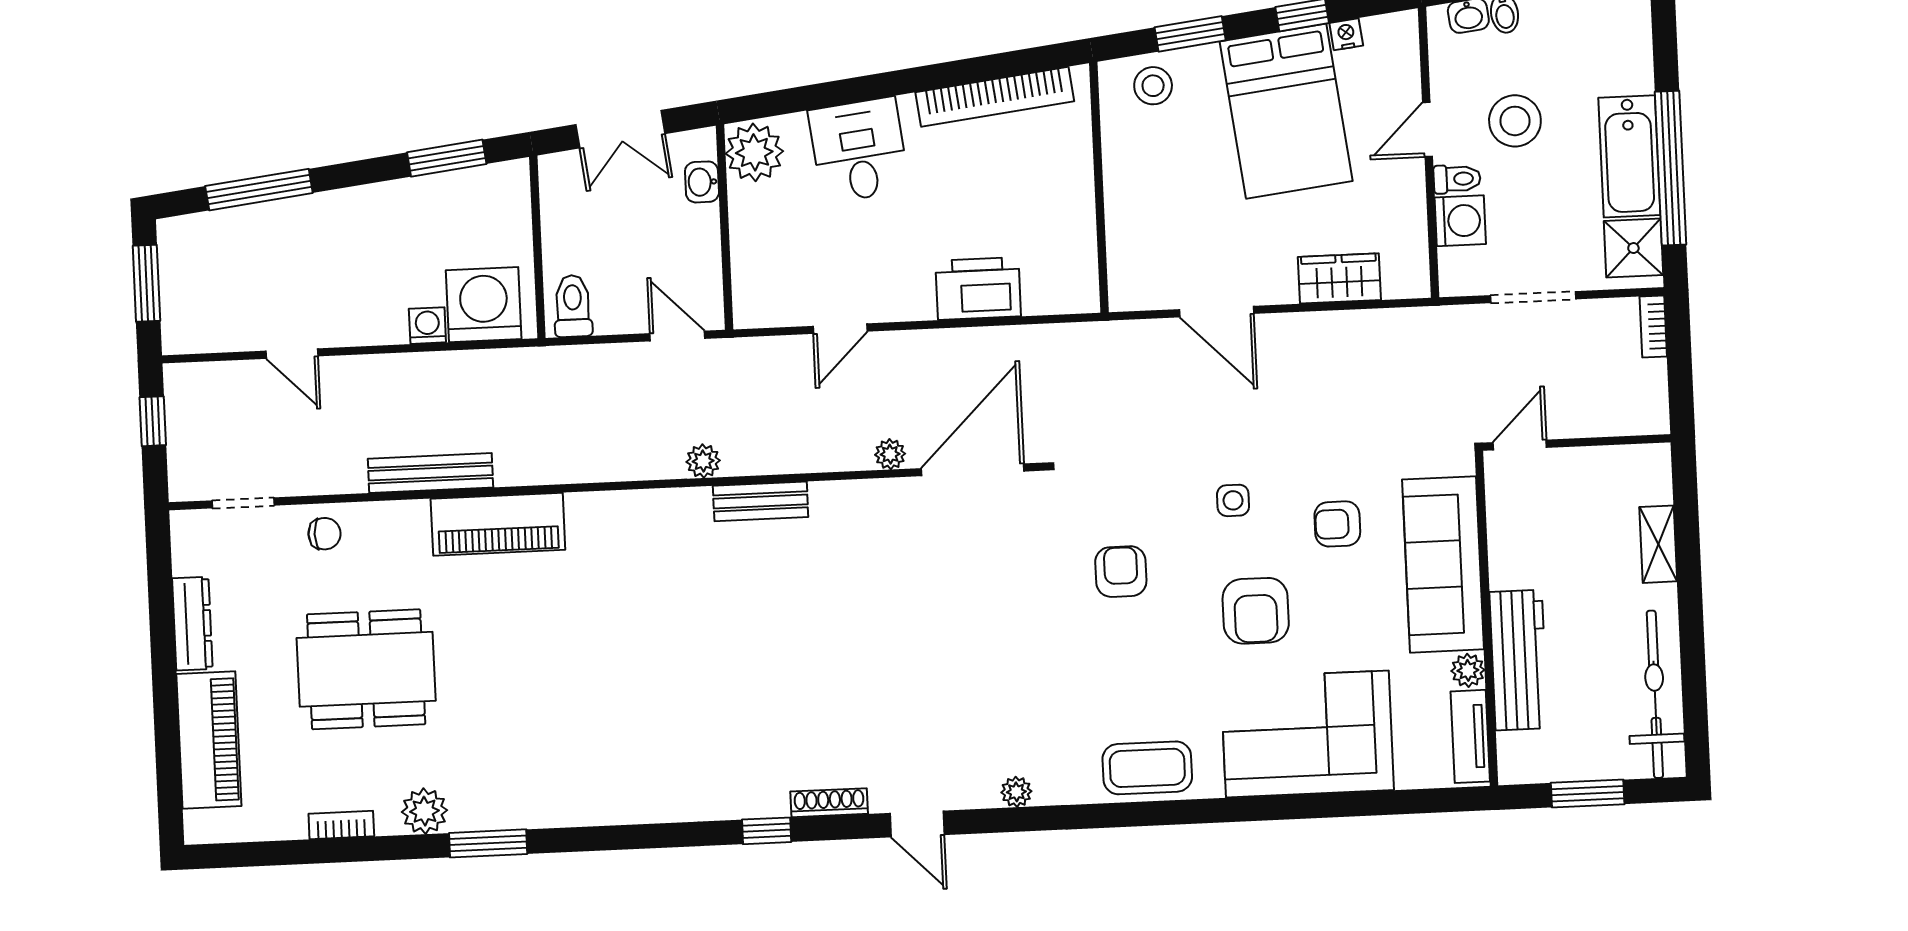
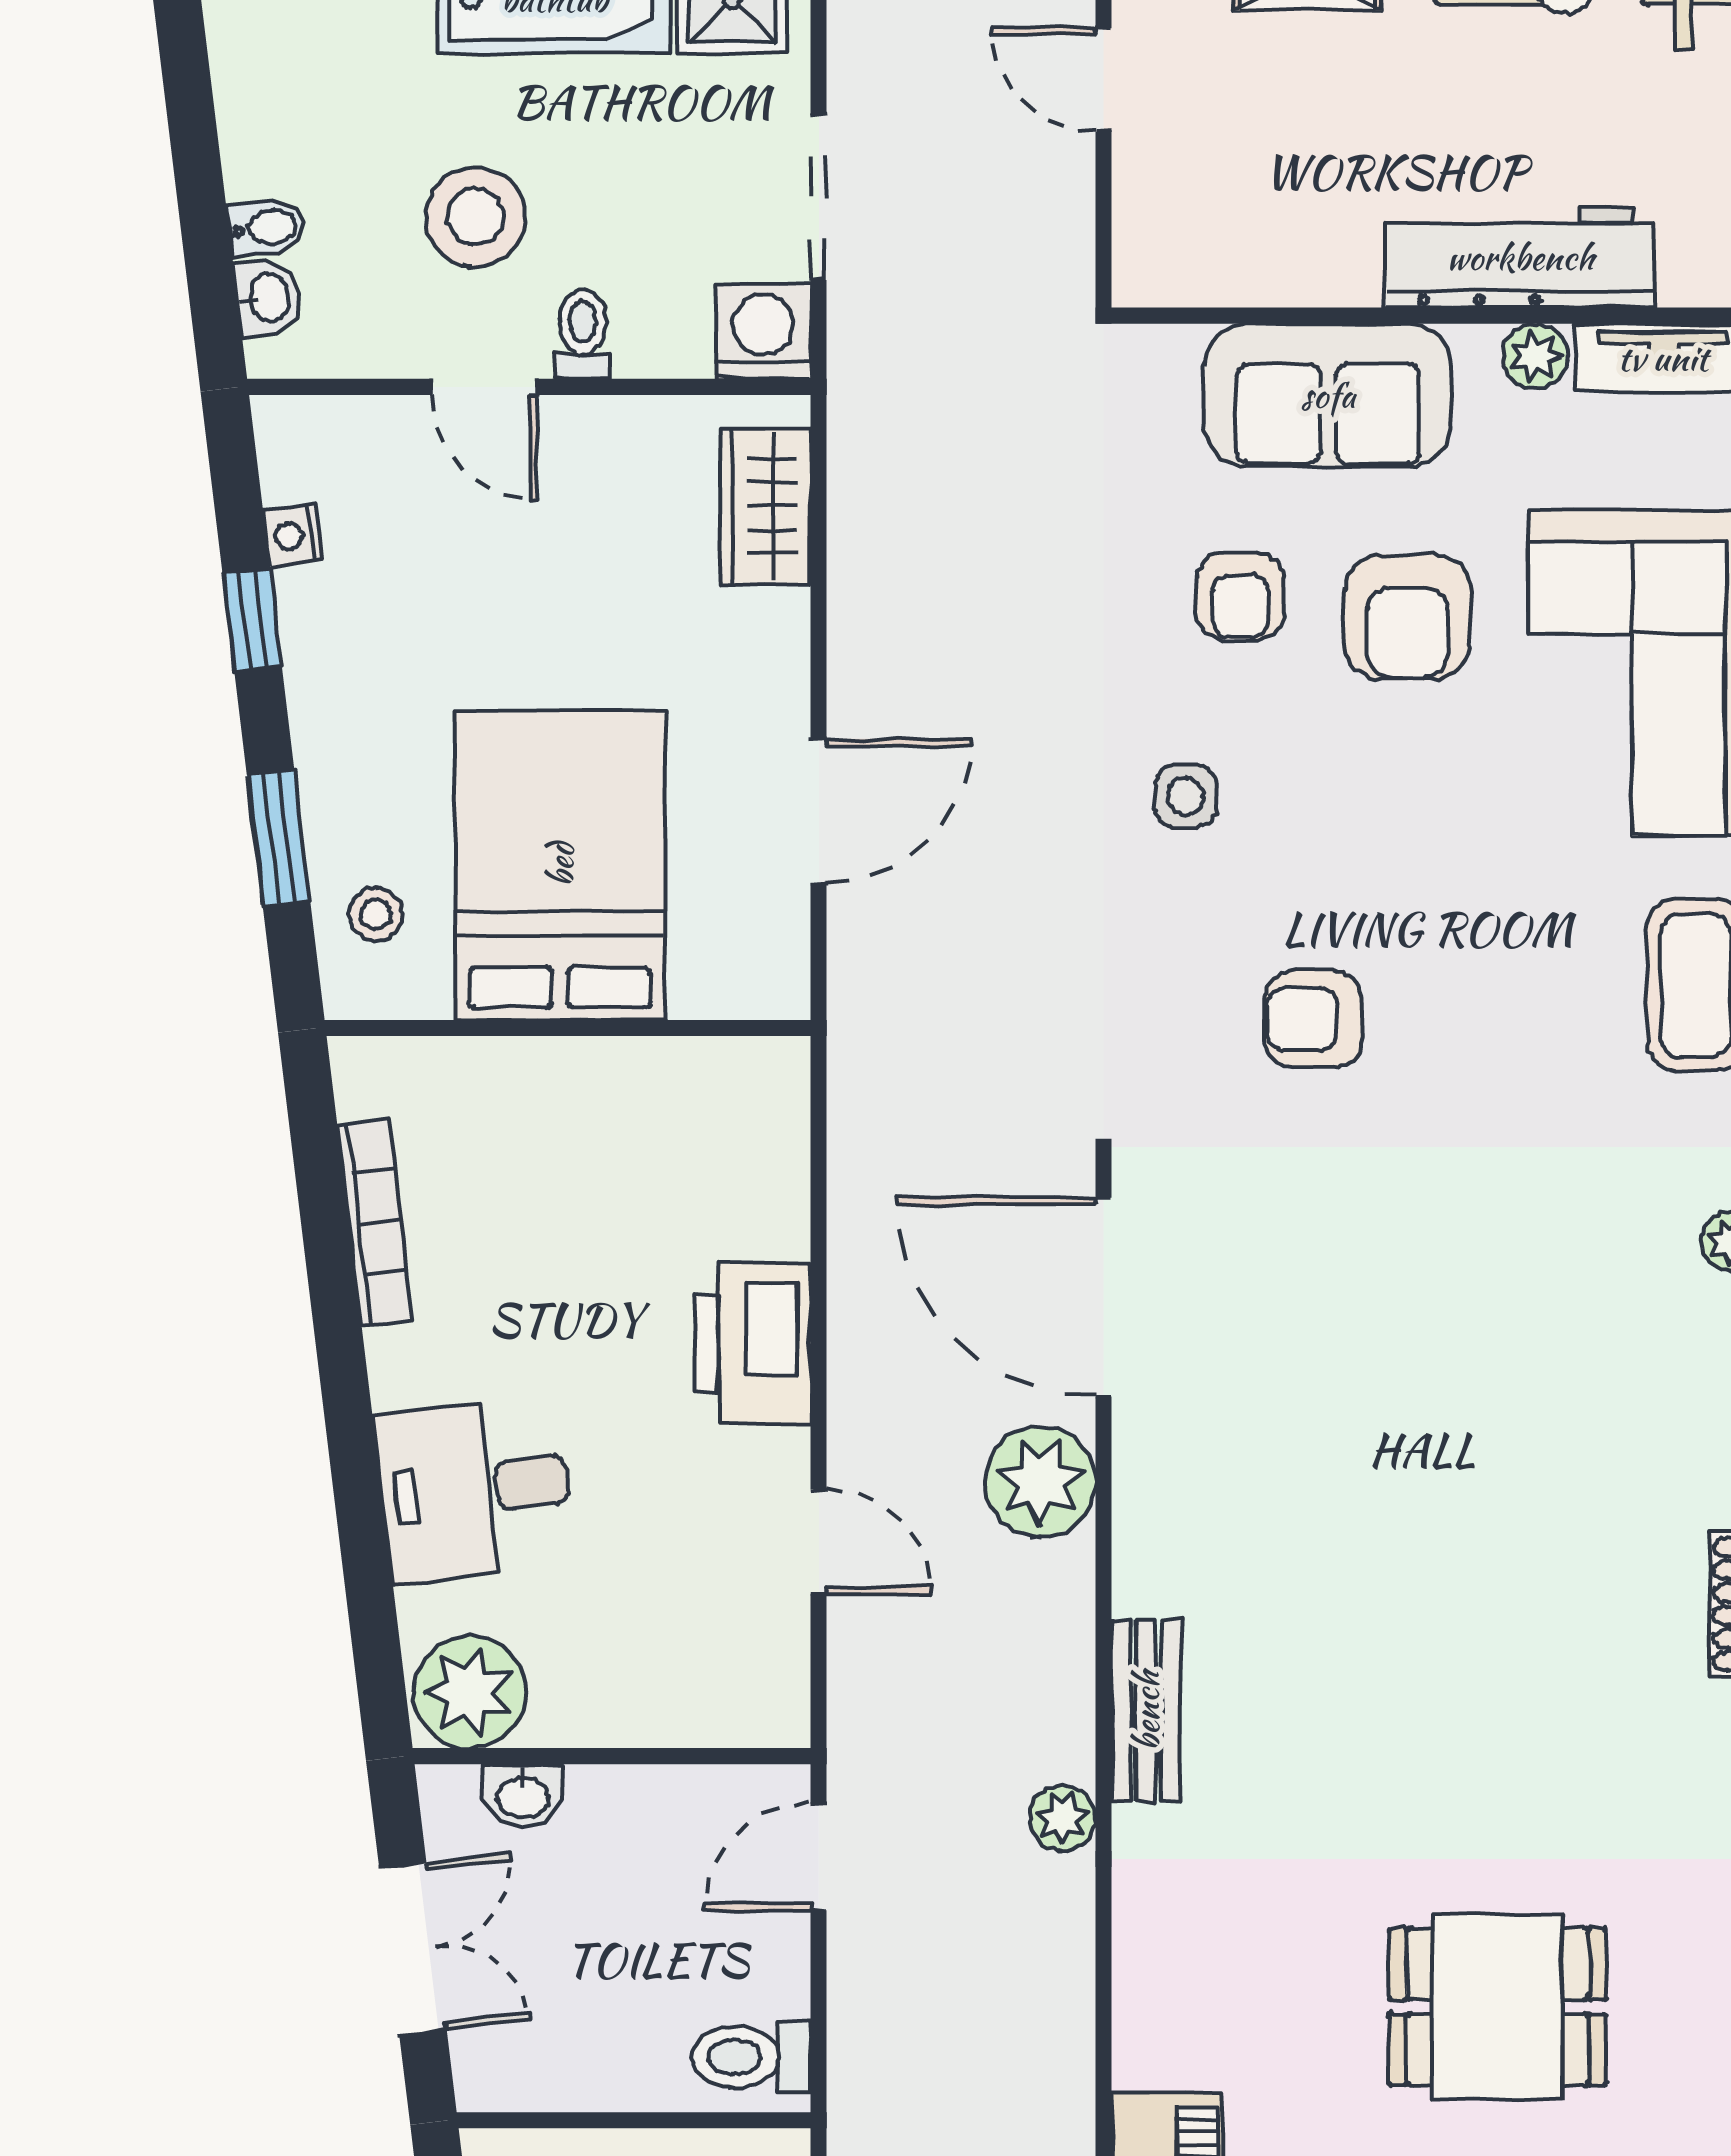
stool: (1153, 86) -> (376, 914), width x0.73, depth x0.73
bookcase: (995, 97) -> (375, 1223), width x0.68, depth x0.76
bed: (1286, 111) -> (560, 865), moved, turned -83
washing machine: (1460, 221) -> (763, 332), moved
wardrobe: (1339, 278) -> (765, 506), moved
printer: (978, 288) -> (753, 1344), moved
door: (1520, 445) -> (1103, 80), moved
plant: (890, 454) -> (1040, 1482), width x1.88, depth x1.88
sofa: (1443, 564) -> (1328, 395), width x0.73
armchair: (1256, 611) -> (1407, 617), moved, turned 90
dining table: (616, 690) -> (1498, 2007), added

